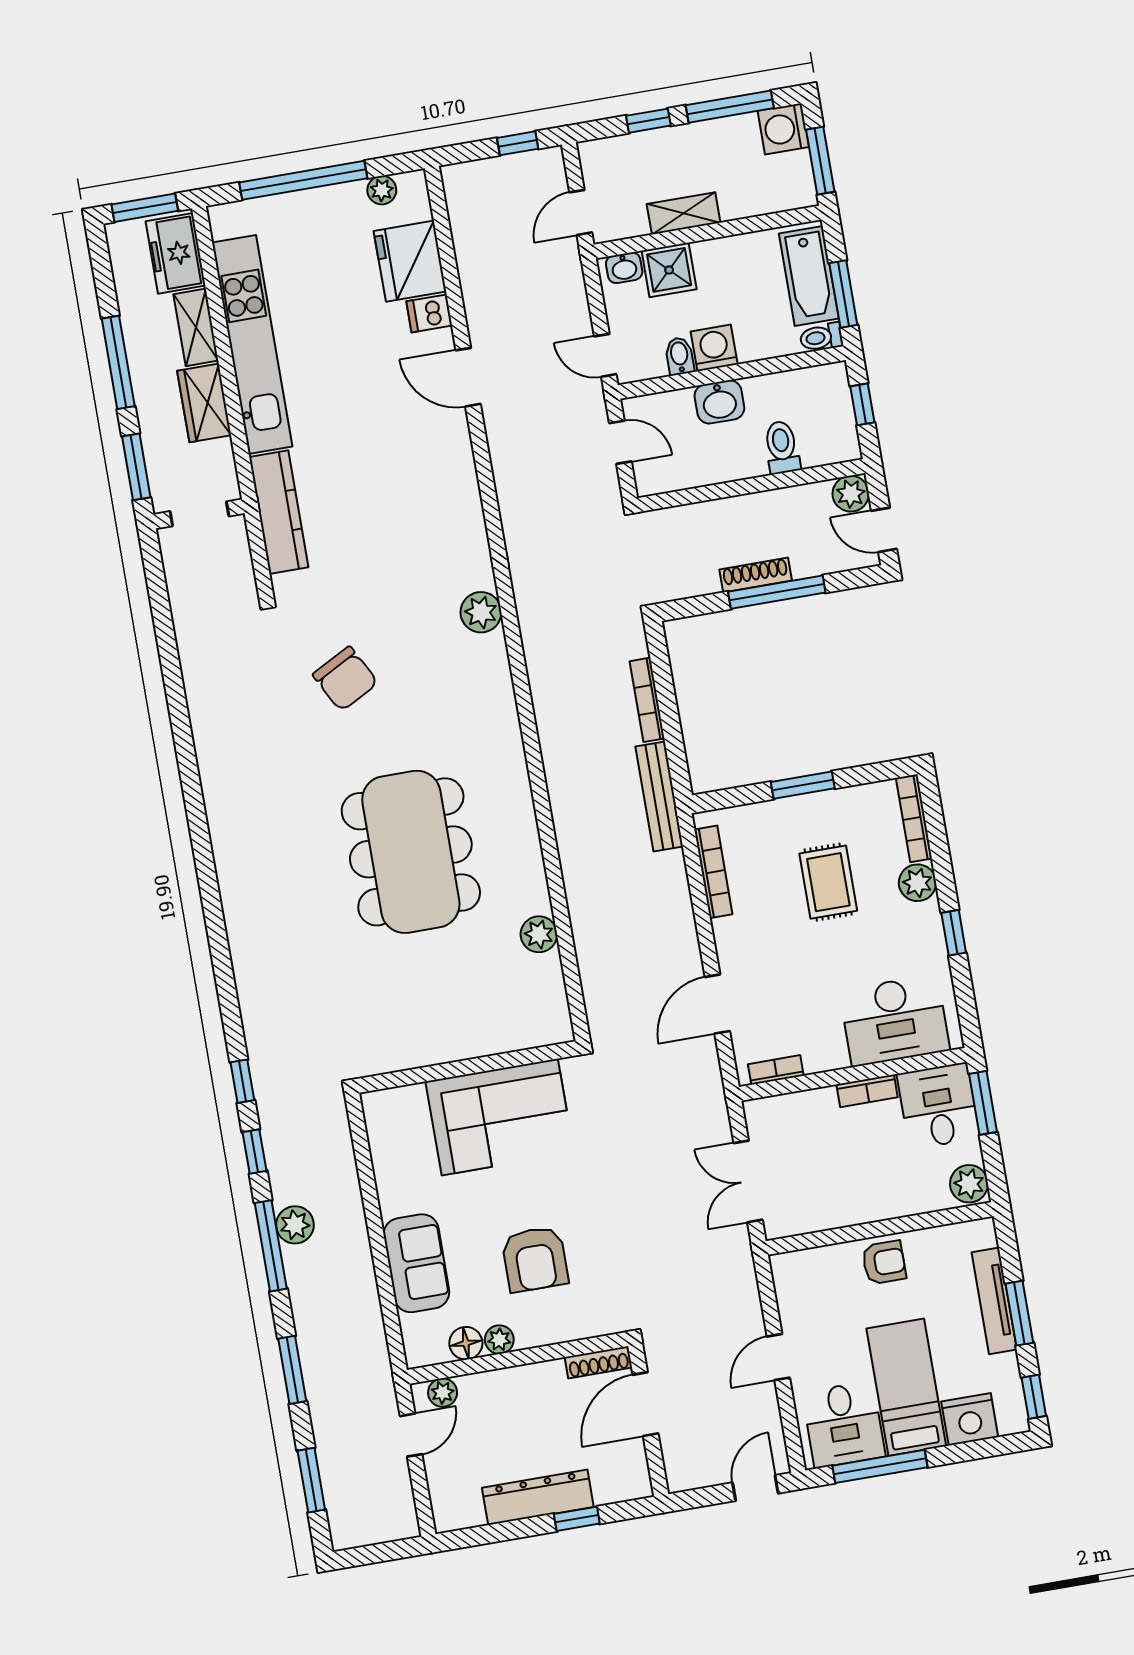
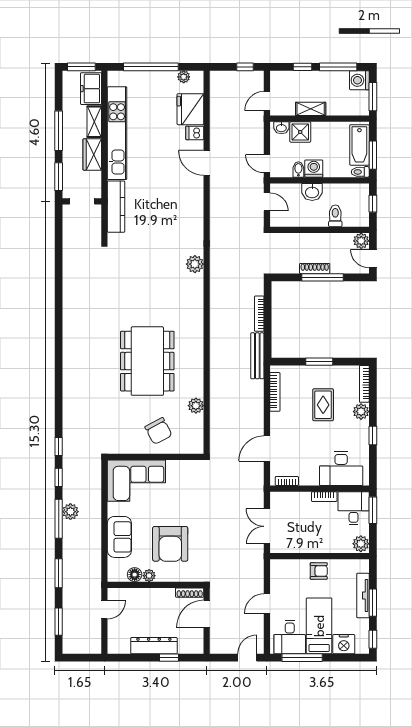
chair: (345, 679) -> (158, 431), moved
corner sofa: (500, 1117) -> (136, 481), moved
armchair: (535, 1259) -> (170, 544), width x1.36, depth x1.36
plant: (443, 1393) -> (121, 594), removed

